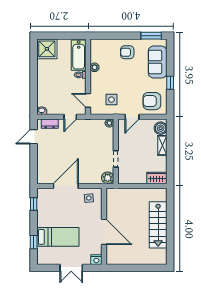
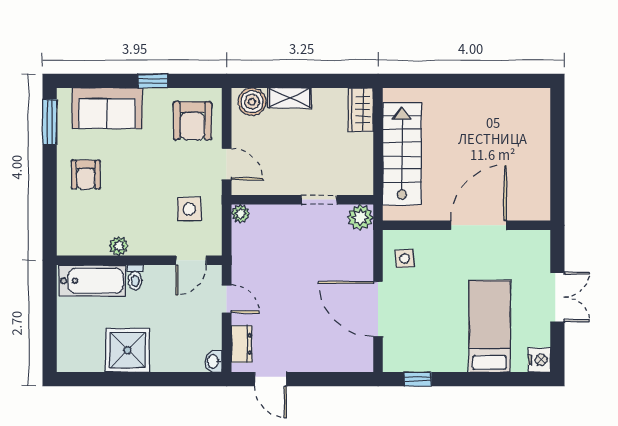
shower: (47, 49) -> (127, 350), moved
stairs: (158, 225) -> (402, 154), moved, turned -90
window: (34, 242) -> (501, 379), removed
nightstand: (96, 260) -> (539, 360), moved

